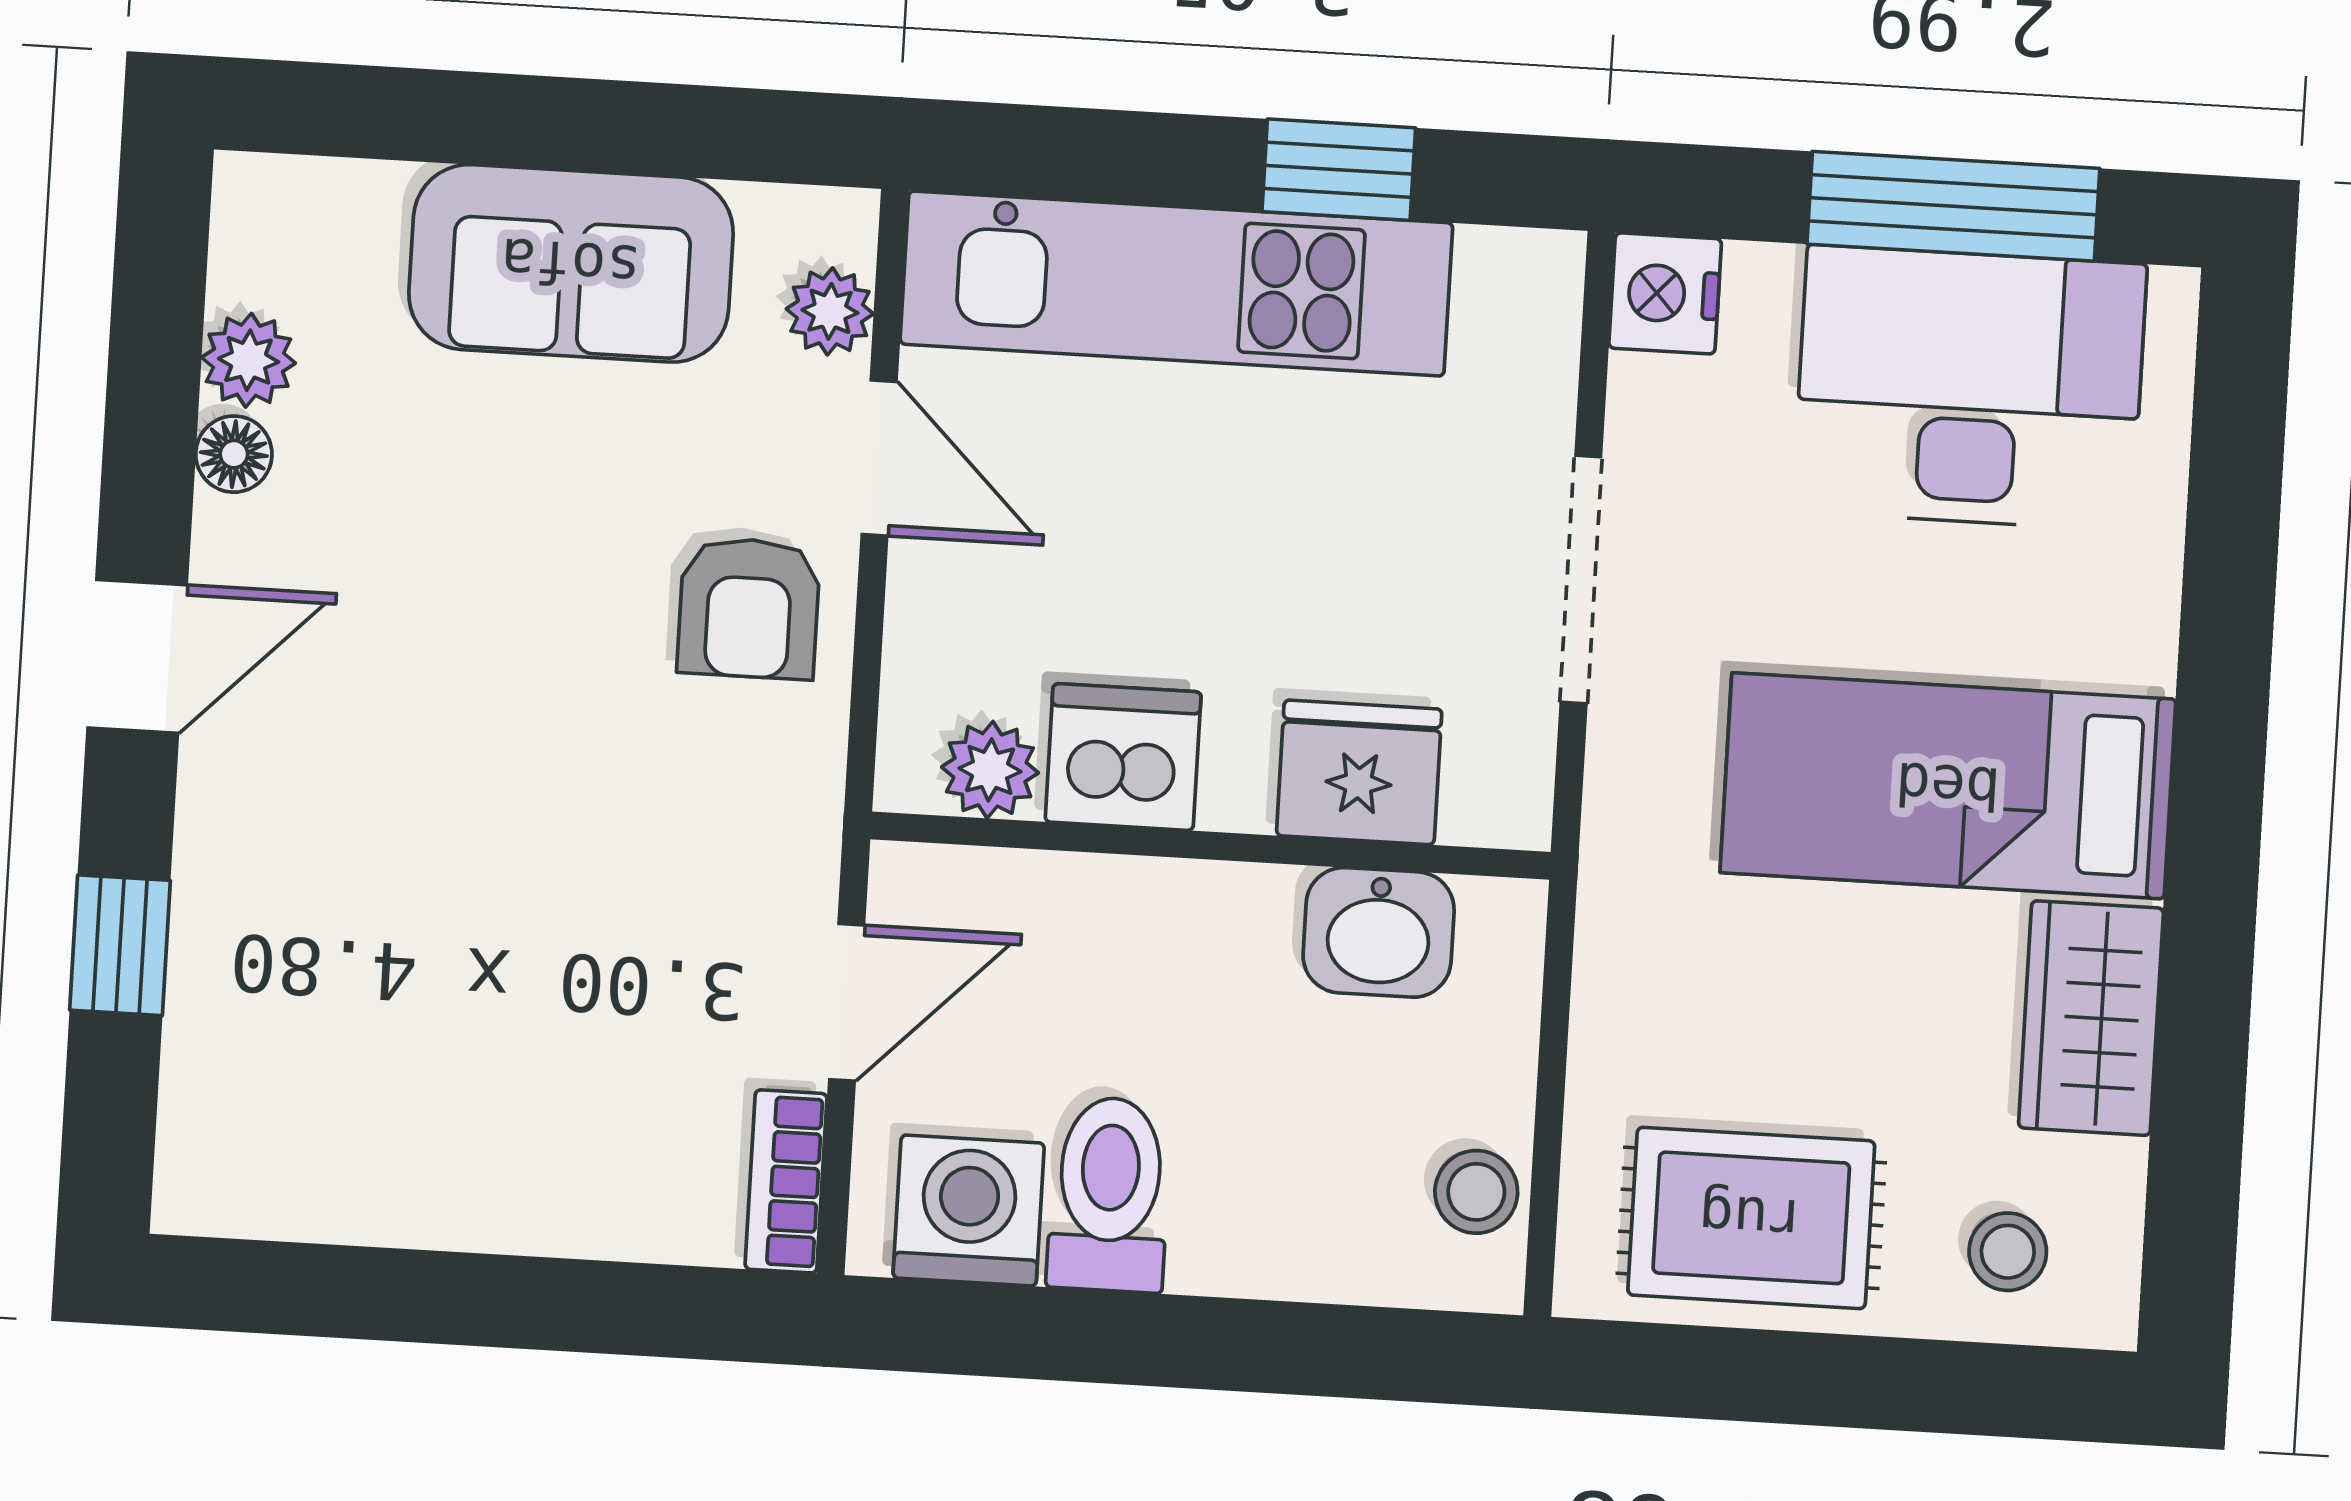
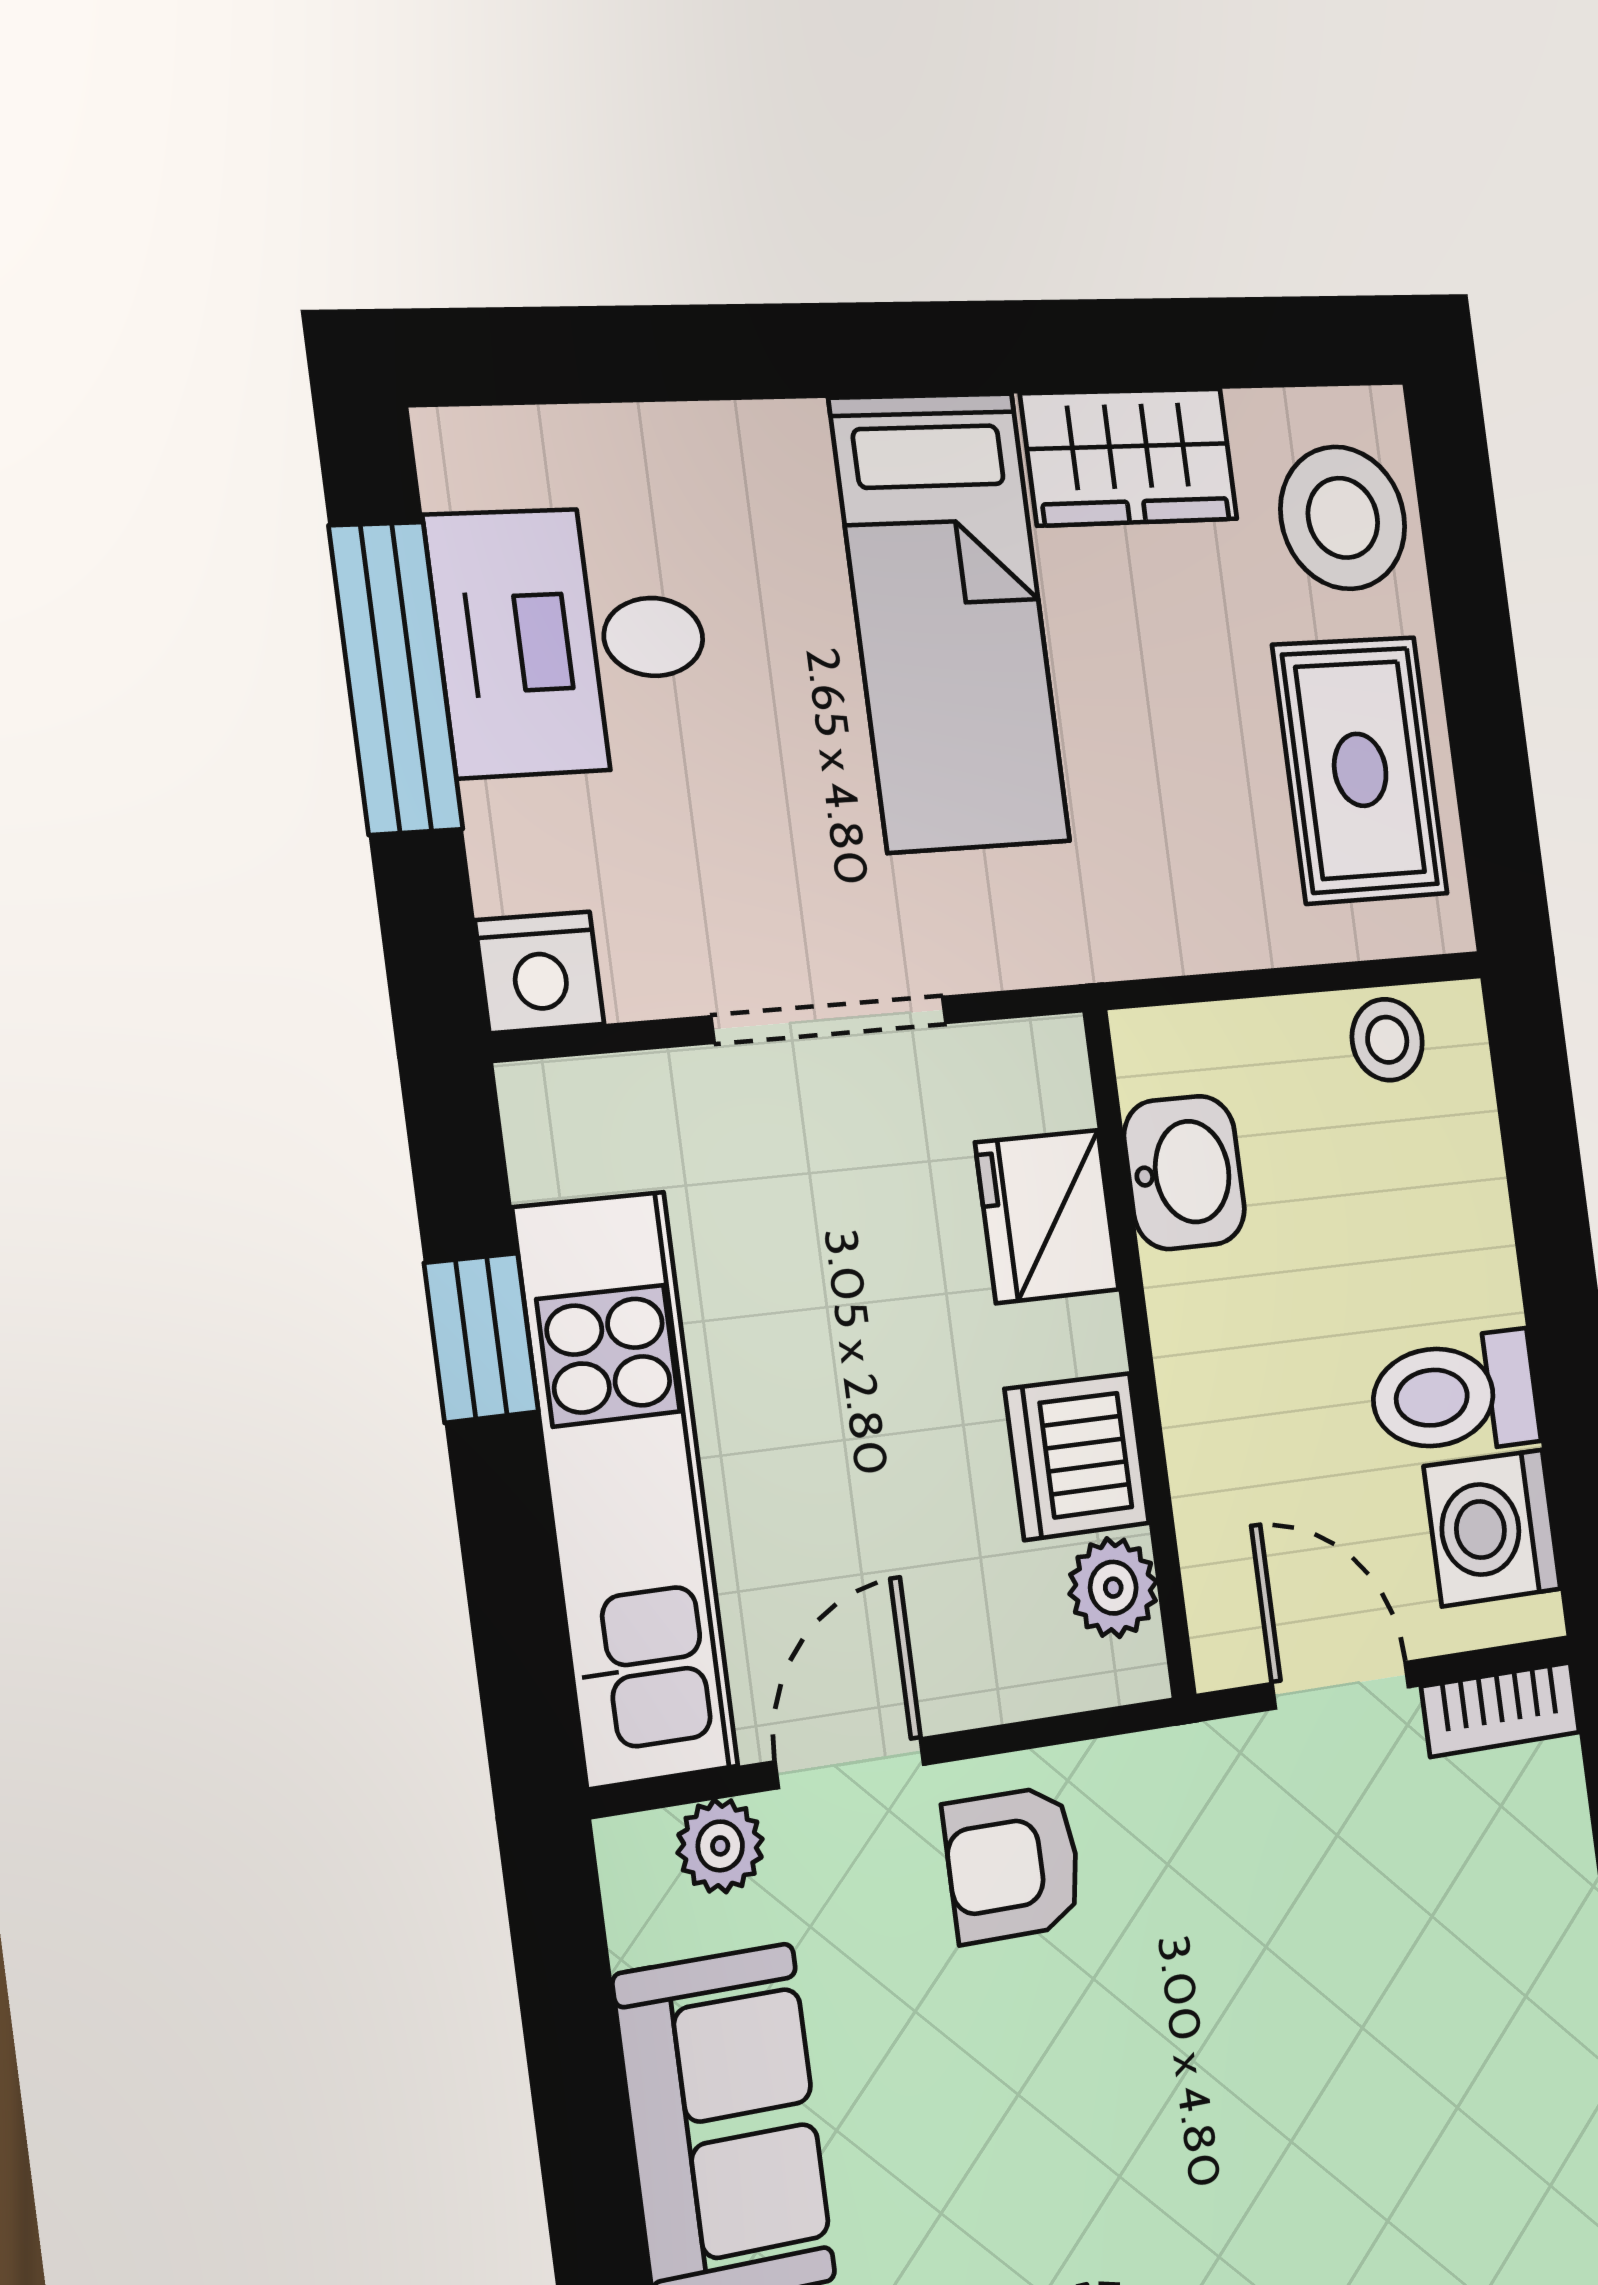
desk: (1970, 388) -> (572, 641), width x0.73
armchair: (749, 608) -> (1013, 1864), turned 180
stool: (2008, 1252) -> (1343, 518), width x1.89, depth x1.89

